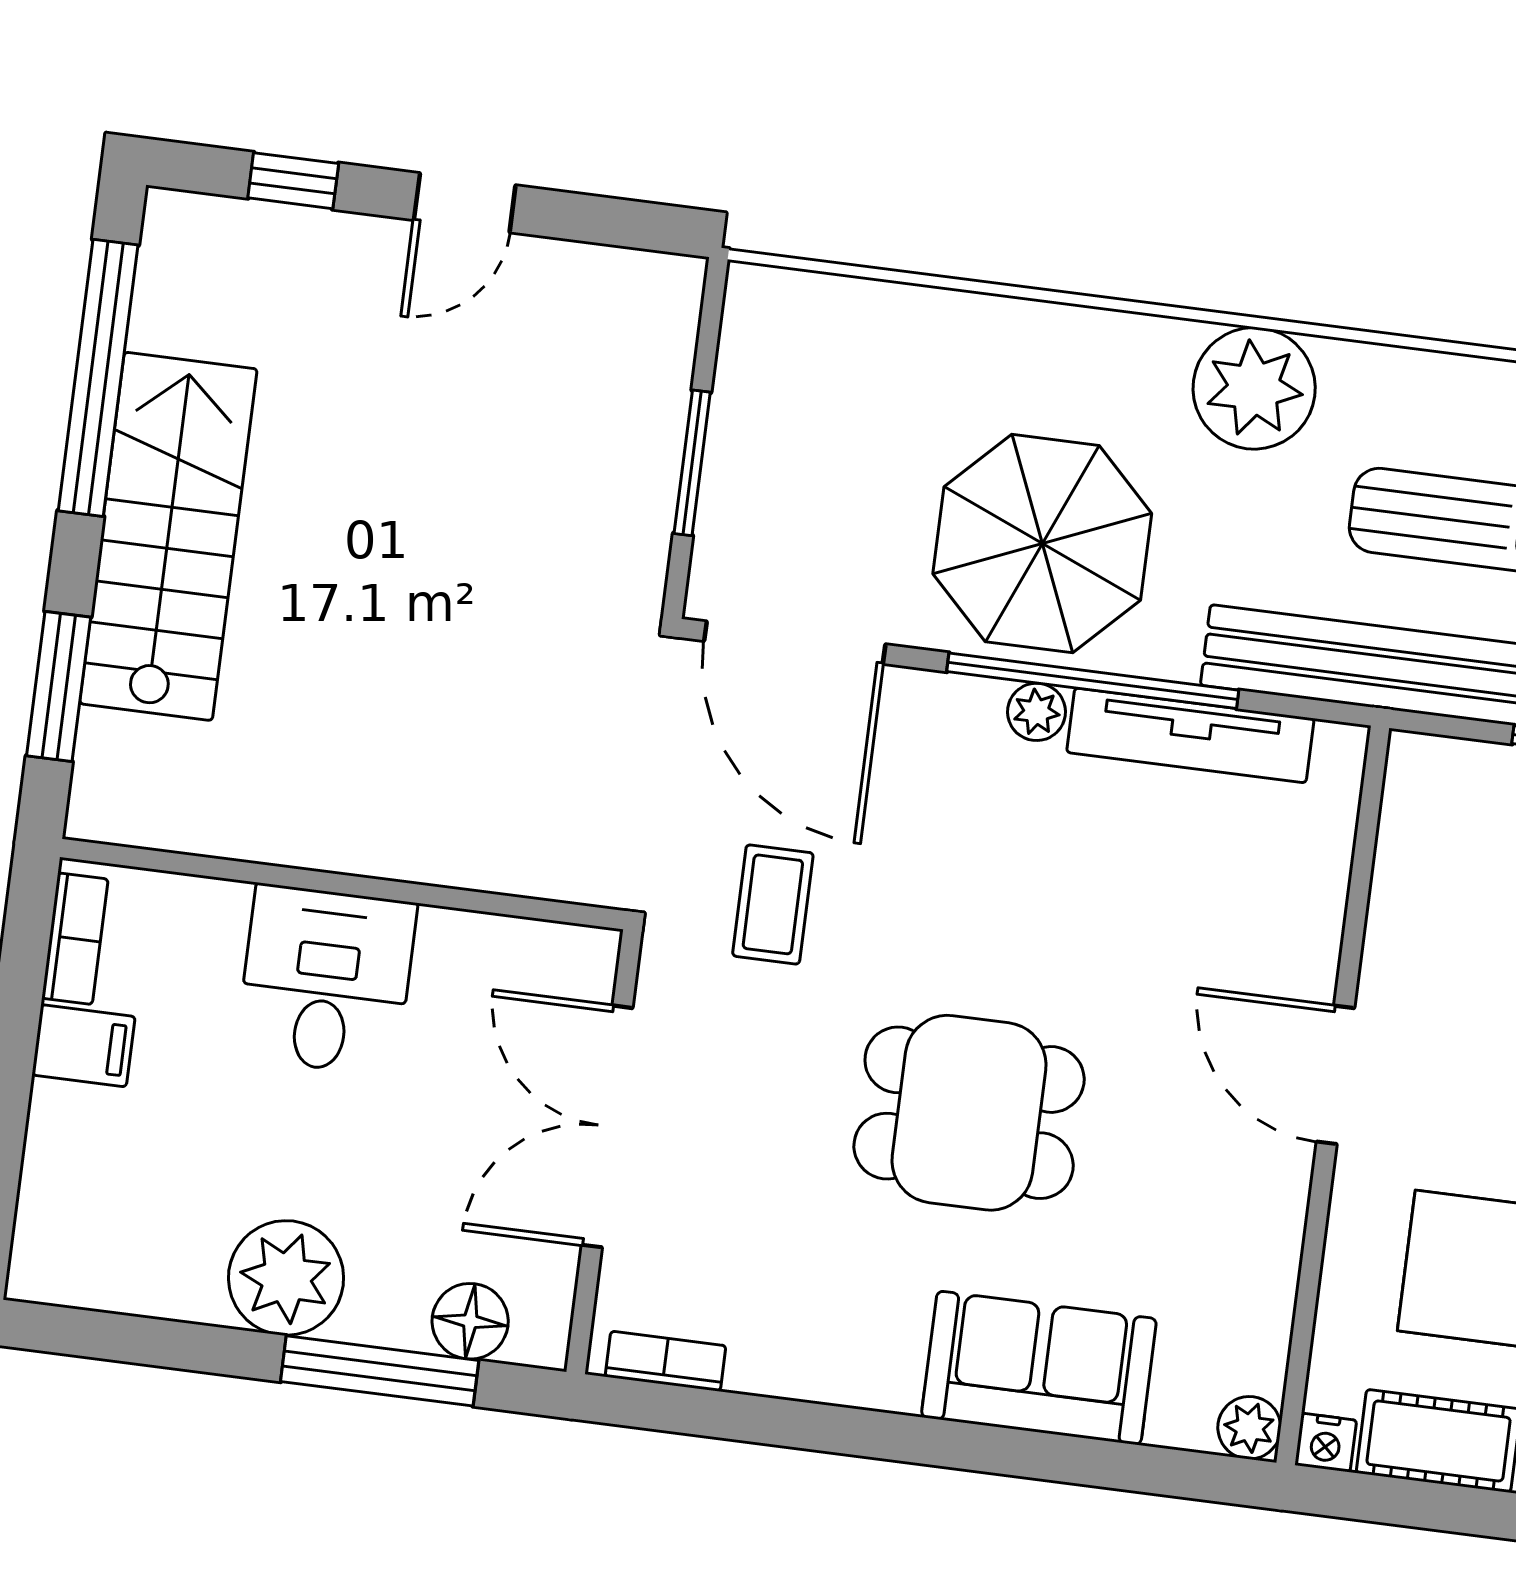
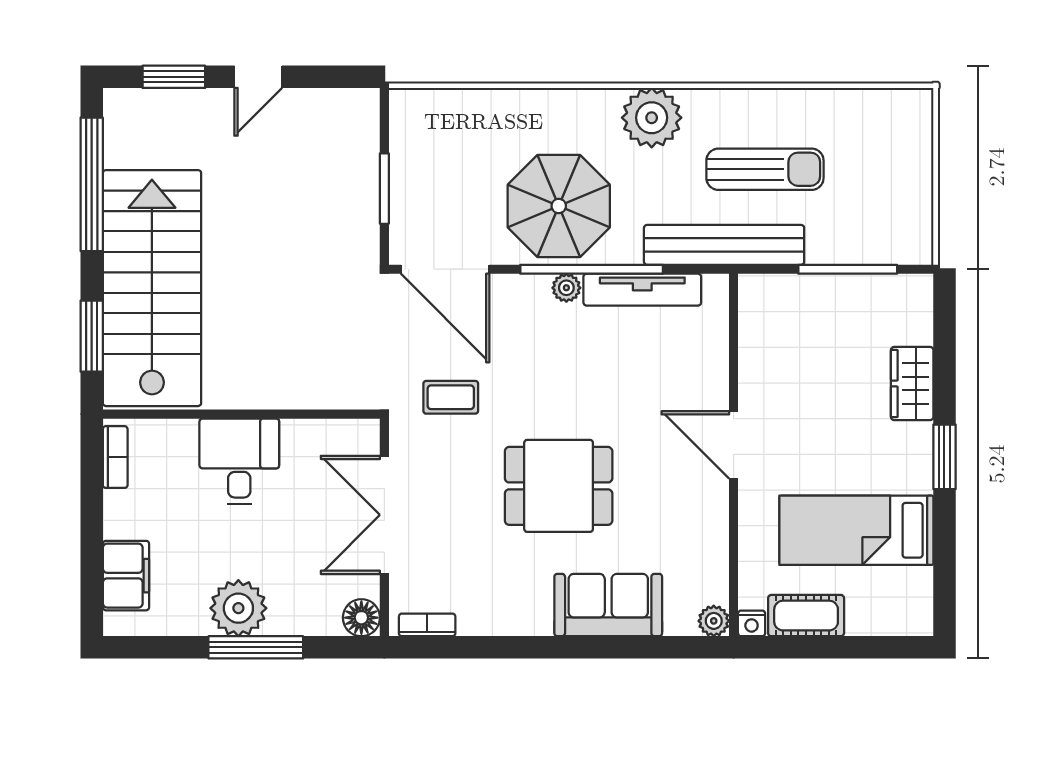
window: (293, 181) -> (174, 77), width x1.50
stairs: (168, 536) -> (152, 288), width x1.36, depth x1.51
coffee table: (773, 904) -> (451, 397), turned 90
filing cabinet: (83, 1046) -> (126, 576), moved, width x2.00
floor lamp: (470, 1321) -> (361, 618), moved
window: (380, 1371) -> (256, 647), moved

